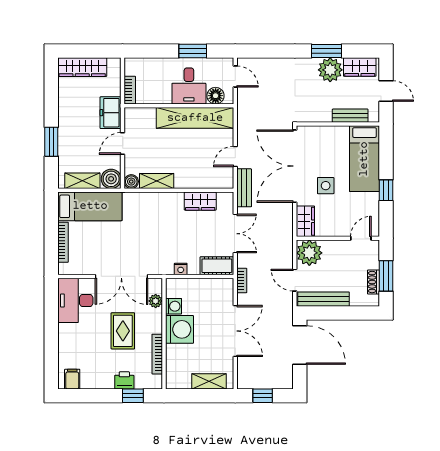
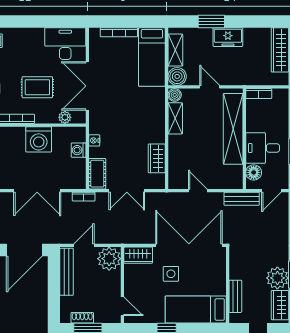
freezer: (111, 113) -> (228, 37), moved, turned 180
shelving: (195, 118) -> (233, 129), moved
bench: (244, 188) -> (242, 199), moved
washing machine: (174, 306) -> (79, 150), moved, turned 90

